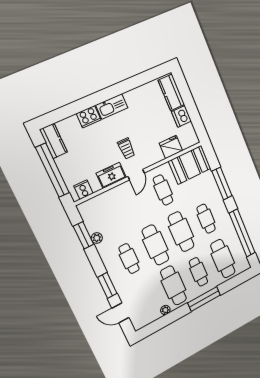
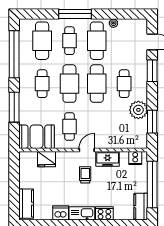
dishwasher: (181, 116) -> (61, 213), moved, turned -90
plant: (97, 238) -> (138, 110), width x1.88, depth x1.88

